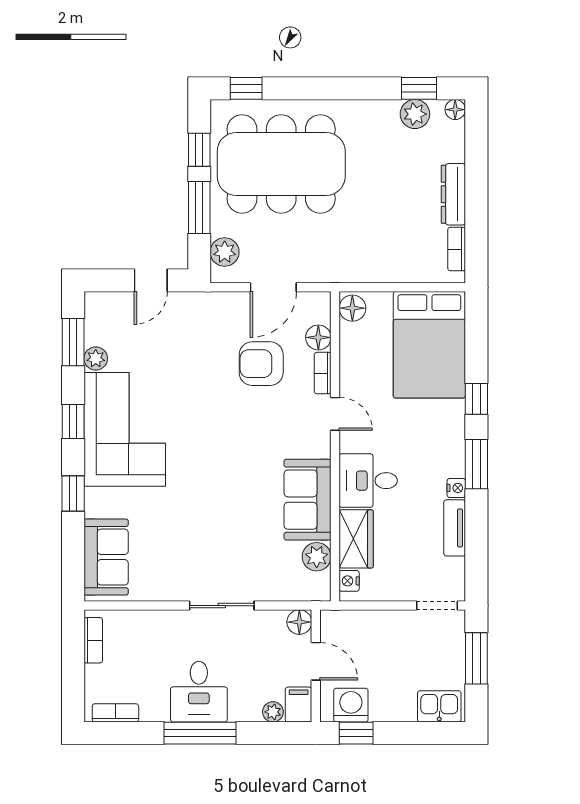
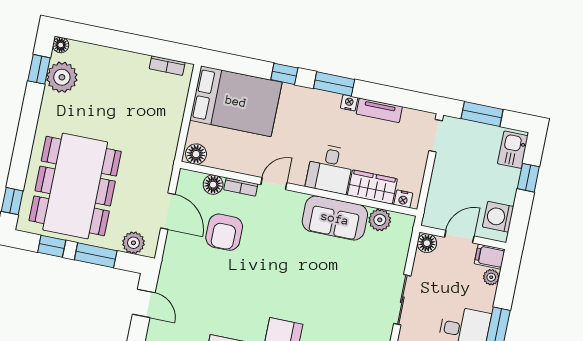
plant: (415, 114) -> (62, 77), width x1.36, depth x1.36
dresser: (453, 194) -> (125, 60), removed
window: (356, 733) -> (528, 178), moved

